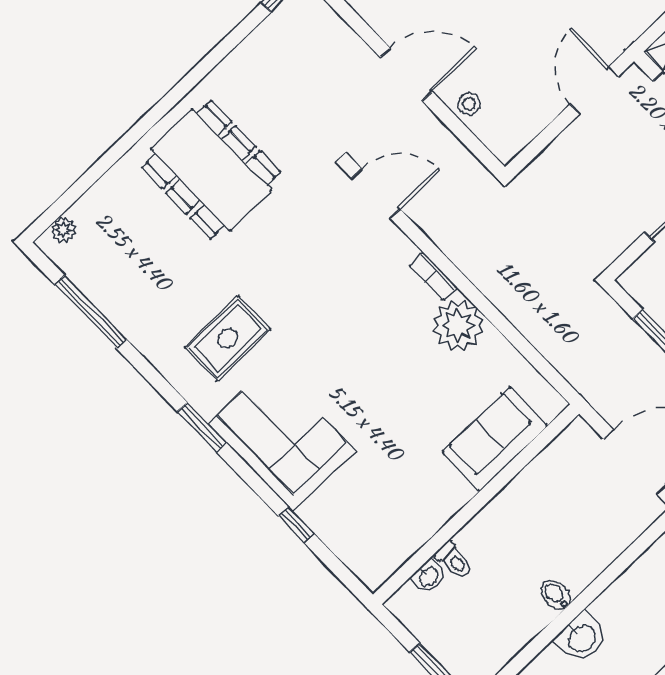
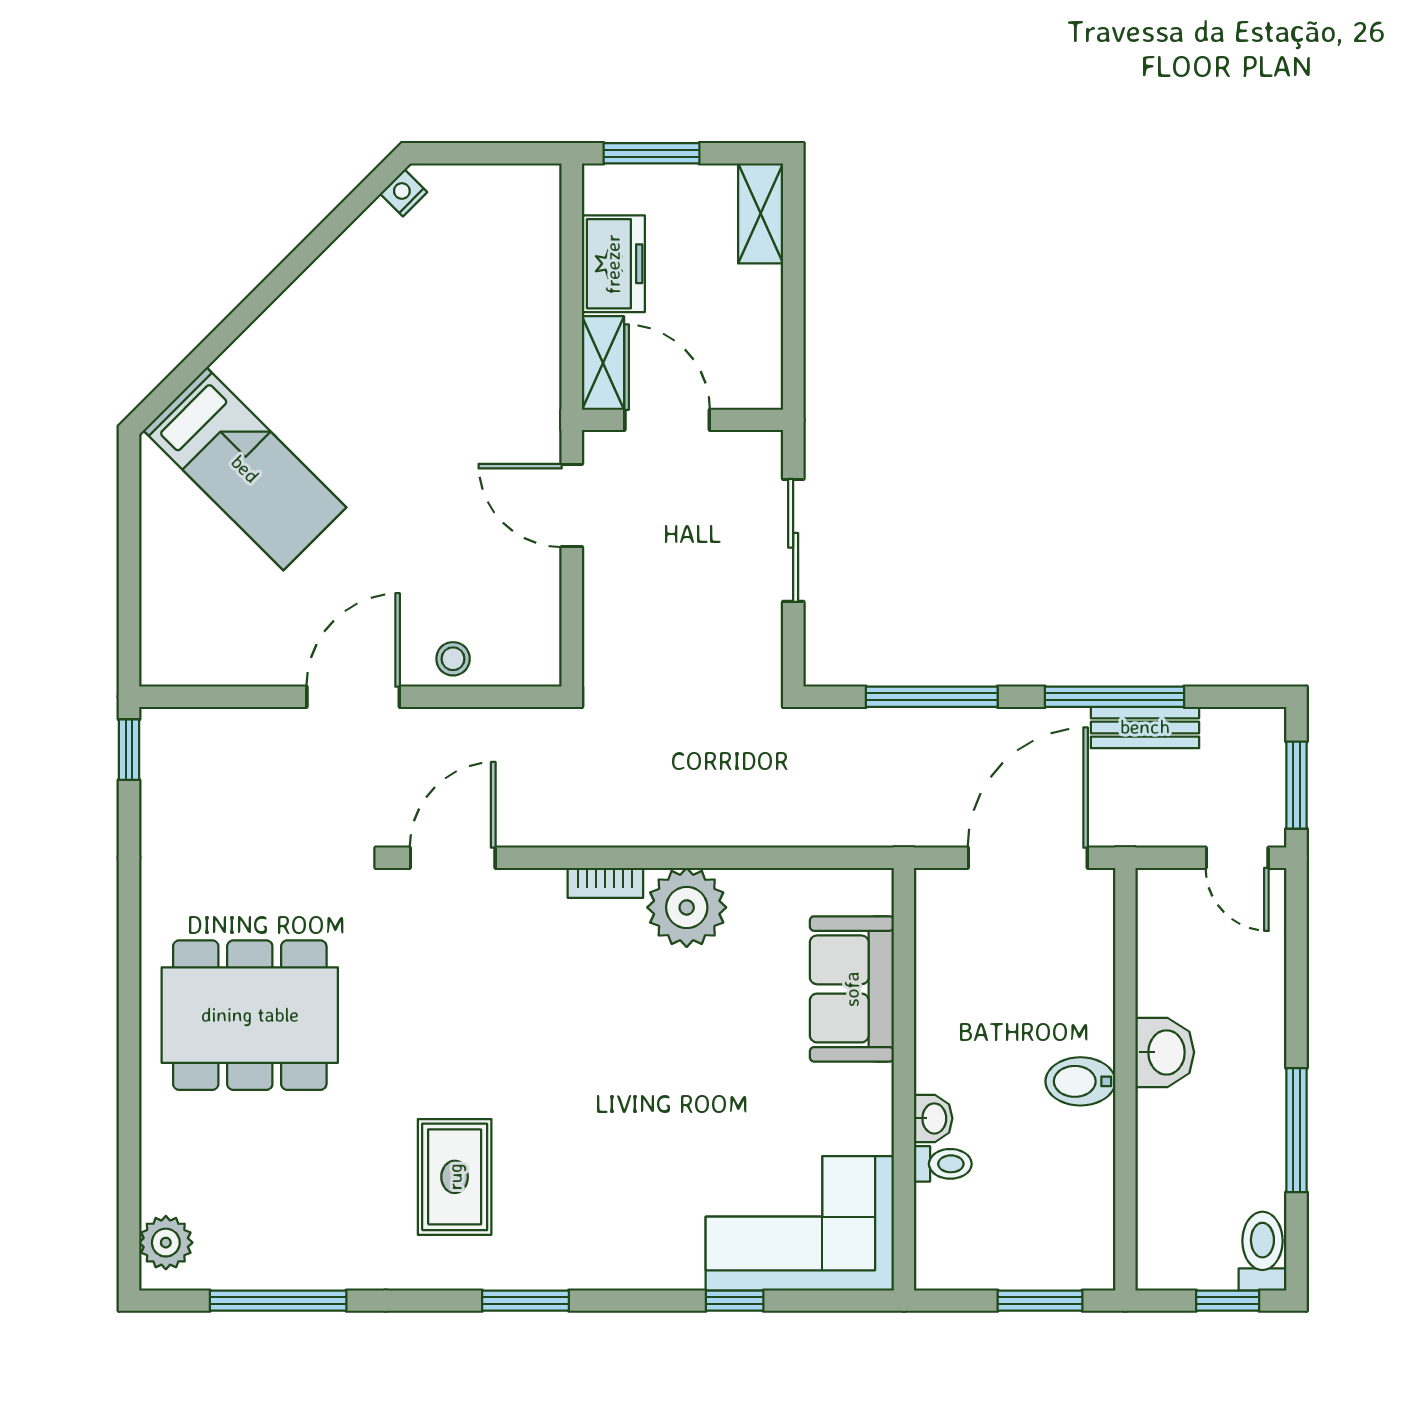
plant: (64, 230) -> (166, 1243), width x1.38, depth x1.38
corner sofa: (282, 438) -> (800, 1223), moved
washbasin: (428, 576) -> (933, 1118), moved
bidet: (556, 595) -> (1080, 1081), width x1.38, depth x1.36
washbasin: (581, 638) -> (1165, 1052), moved

